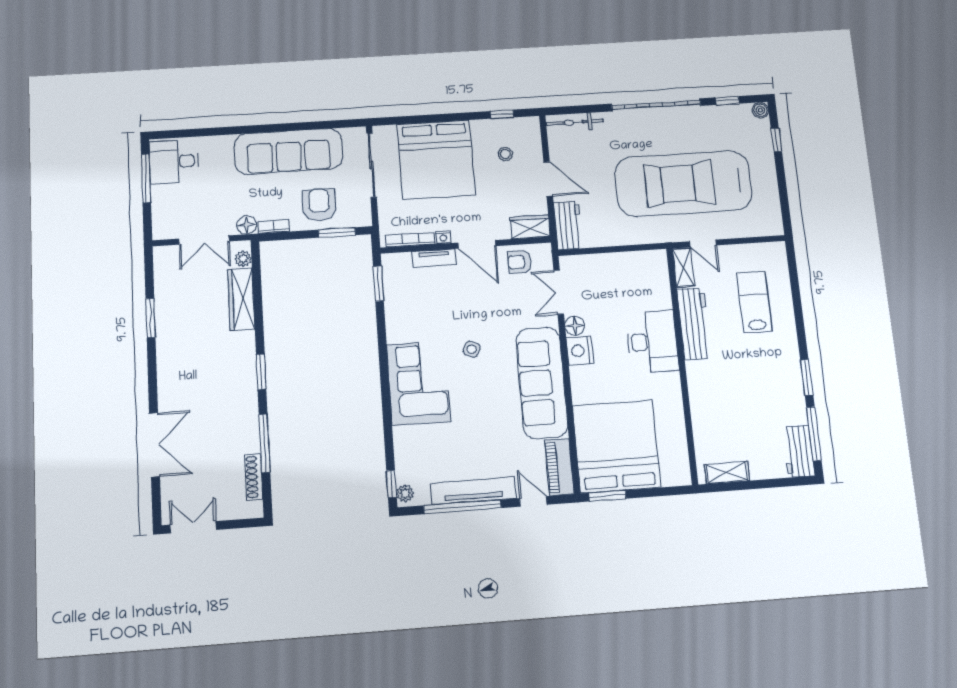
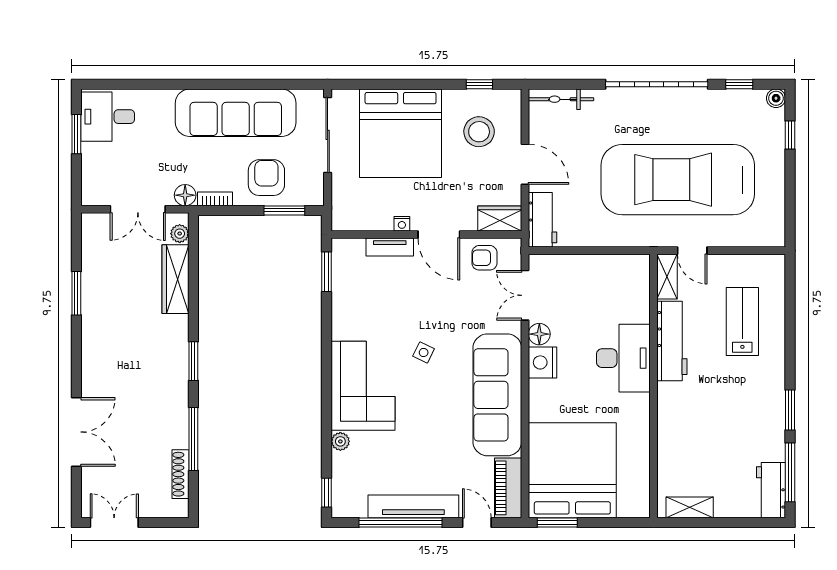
stool: (505, 154) -> (479, 132), width x1.89, depth x1.89
window: (146, 178) -> (76, 134), width x0.69
bookcase: (410, 240) -> (365, 224), removed
plant: (405, 493) -> (340, 441), moved

